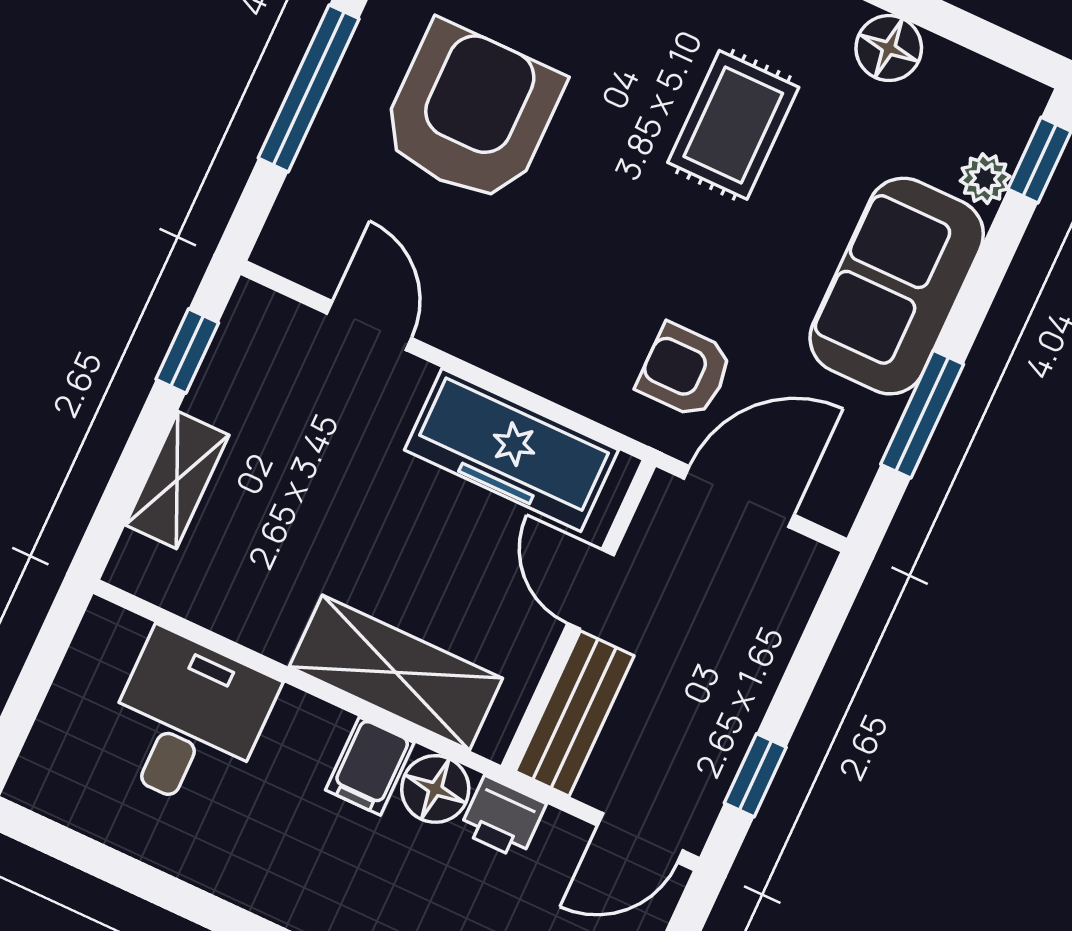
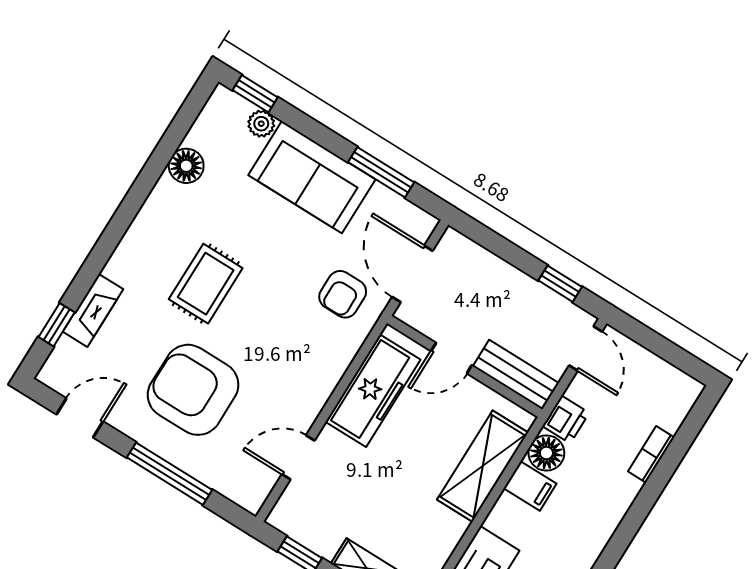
rug: (733, 125) -> (206, 284), moved, turned 90

